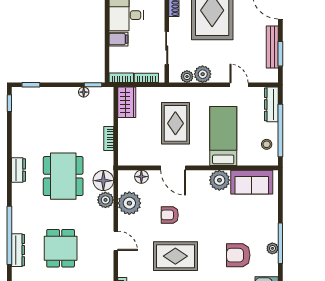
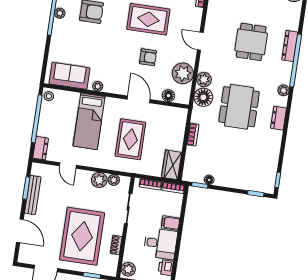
dresser: (271, 104) -> (41, 148), width x0.70
stool: (267, 144) -> (49, 96), moved
plant: (219, 180) -> (98, 86), width x0.53, depth x0.53
plant: (18, 201) -> (284, 90), added

